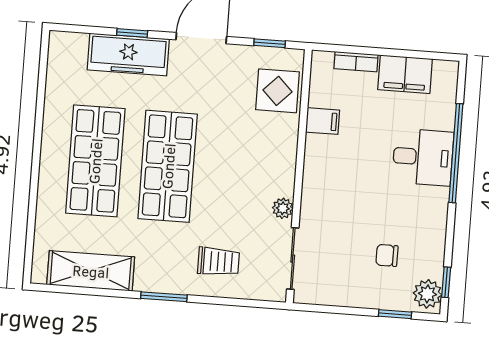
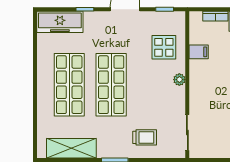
freezer: (128, 54) -> (60, 22), moved
display table: (277, 91) -> (164, 47), moved
plant: (283, 208) -> (179, 80), moved

